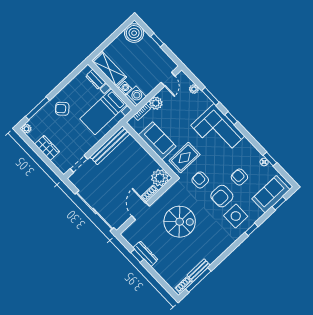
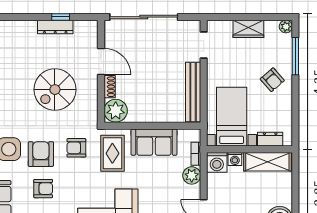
armchair: (62, 109) -> (272, 80), turned 92
armchair: (200, 180) -> (76, 148), turned 180

